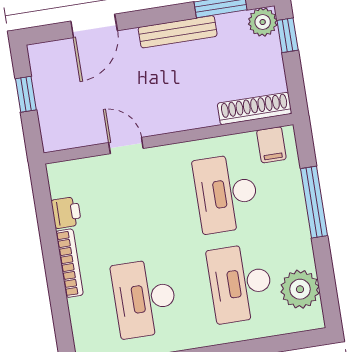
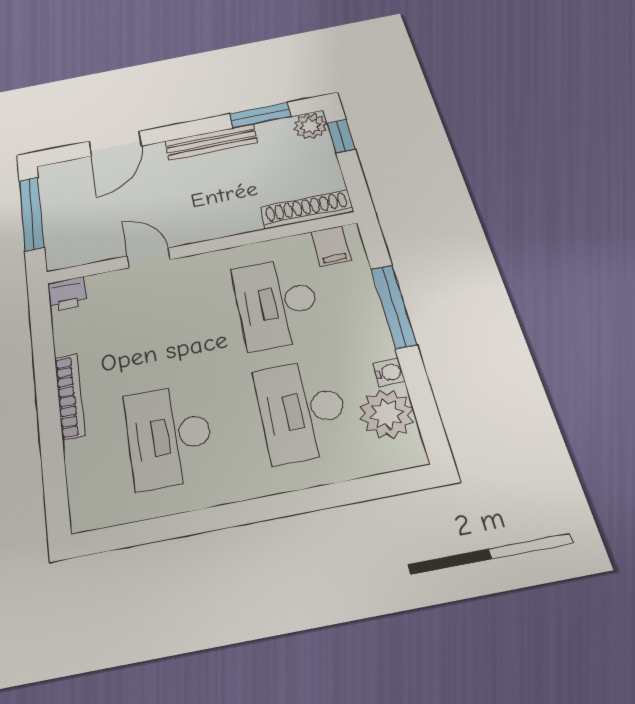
window: (26, 94) -> (31, 213), width x2.17
printer: (66, 213) -> (67, 294), moved, turned 90
water cooler: (305, 257) -> (389, 372), added

